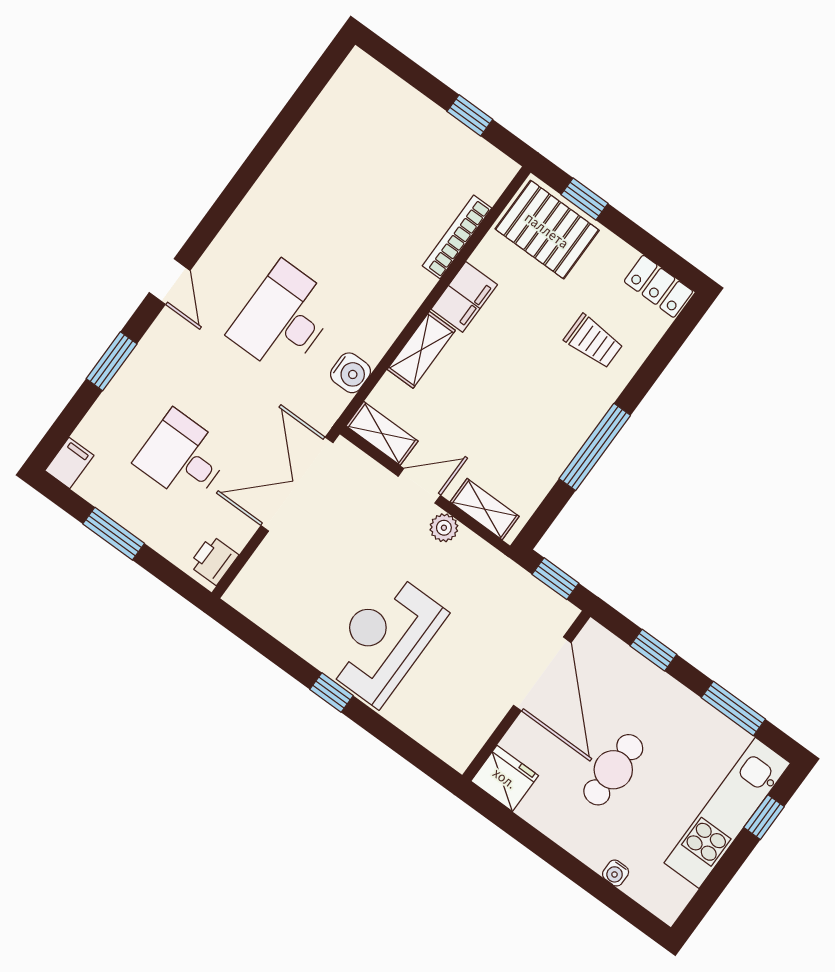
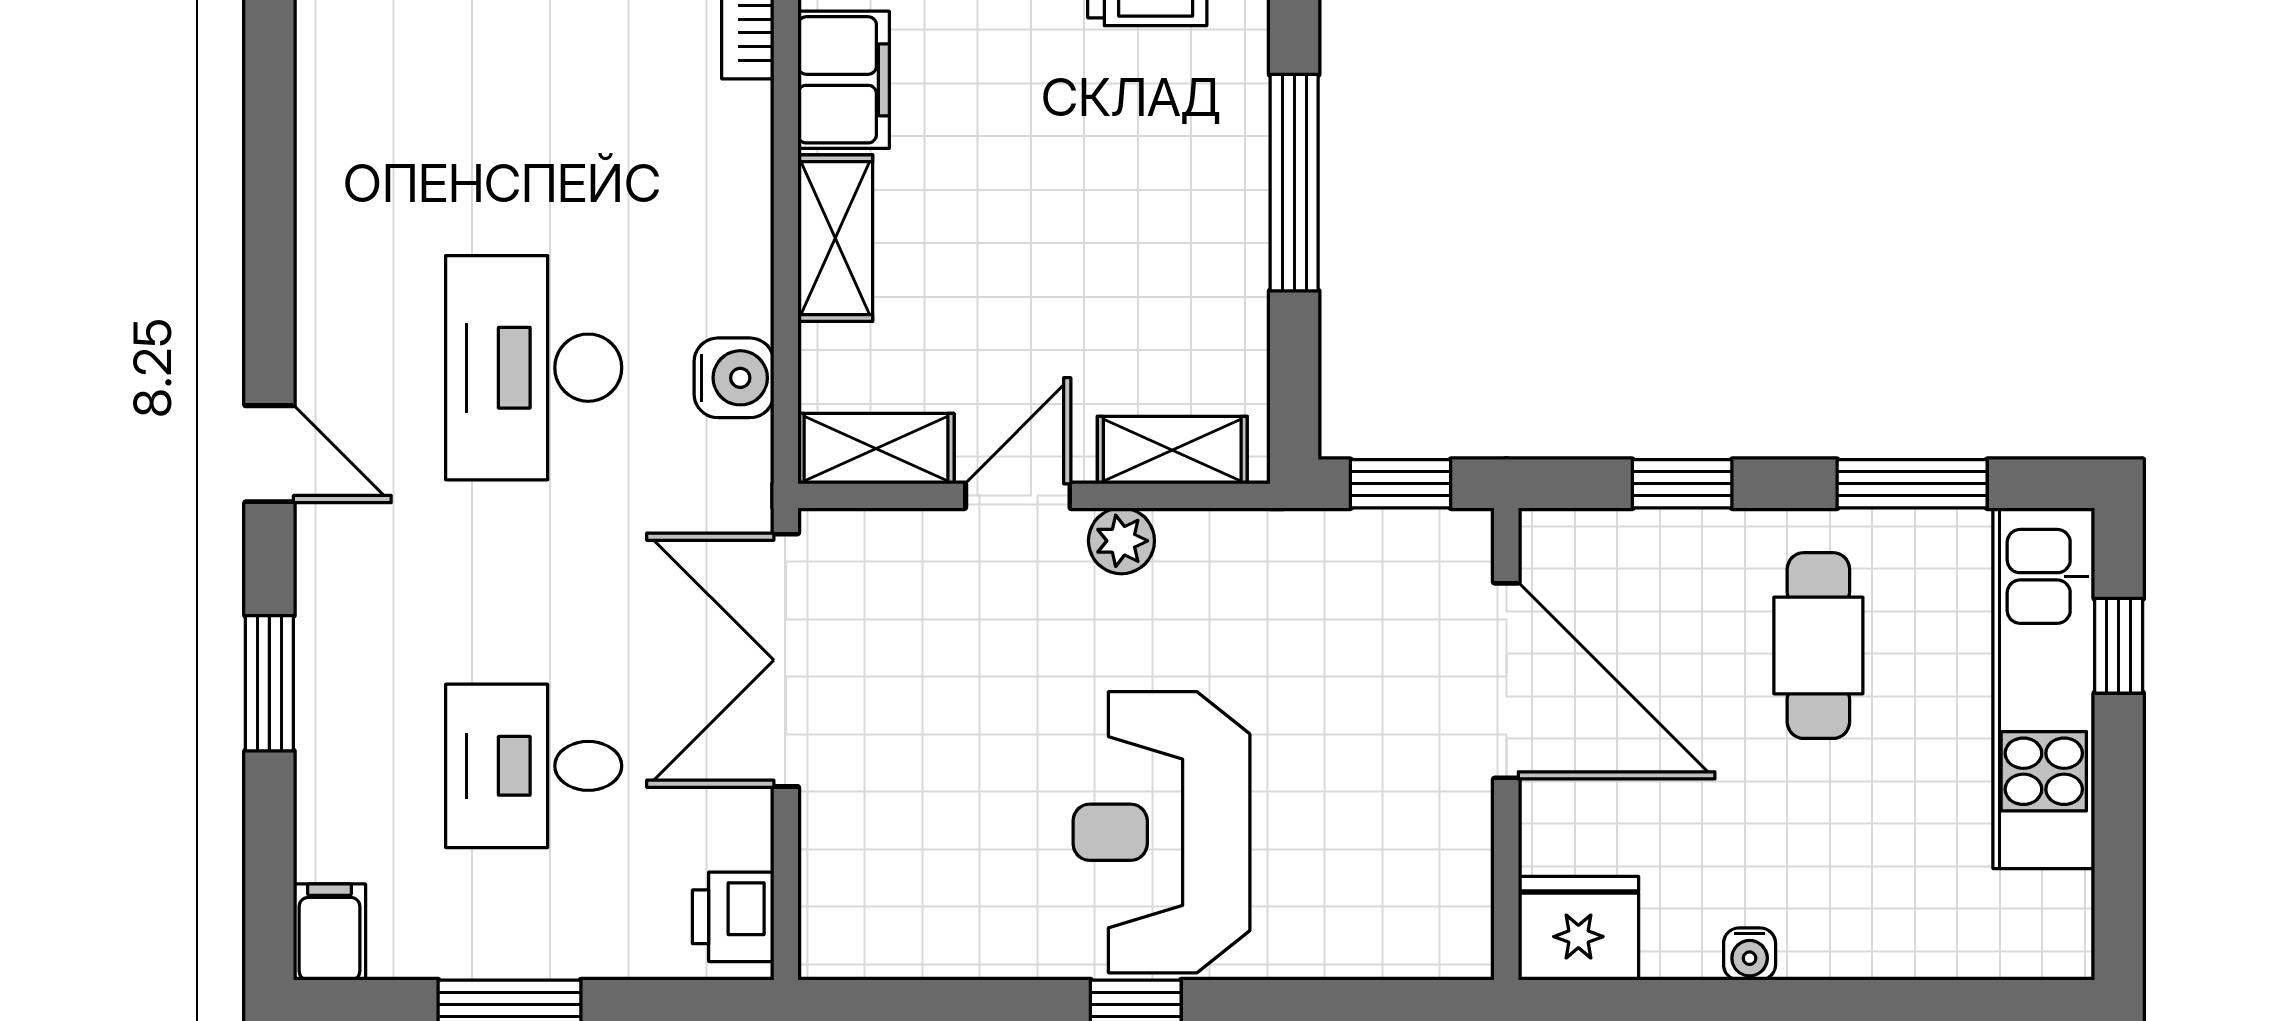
cafe table: (613, 770) -> (1818, 646), moved
water cooler: (616, 873) -> (1750, 954), moved

